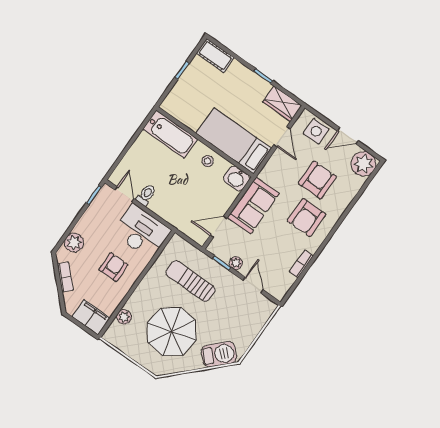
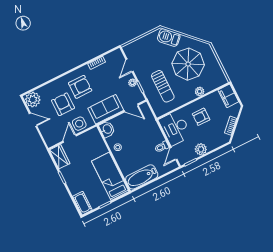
side table: (316, 131) -> (79, 124), moved
bathtub: (170, 134) -> (142, 177), moved, turned -90
bed: (234, 141) -> (110, 176), moved, turned 180
armchair: (317, 180) -> (63, 104), turned 90
plant: (74, 243) -> (201, 149), moved
plant: (124, 317) -> (200, 91), moved

